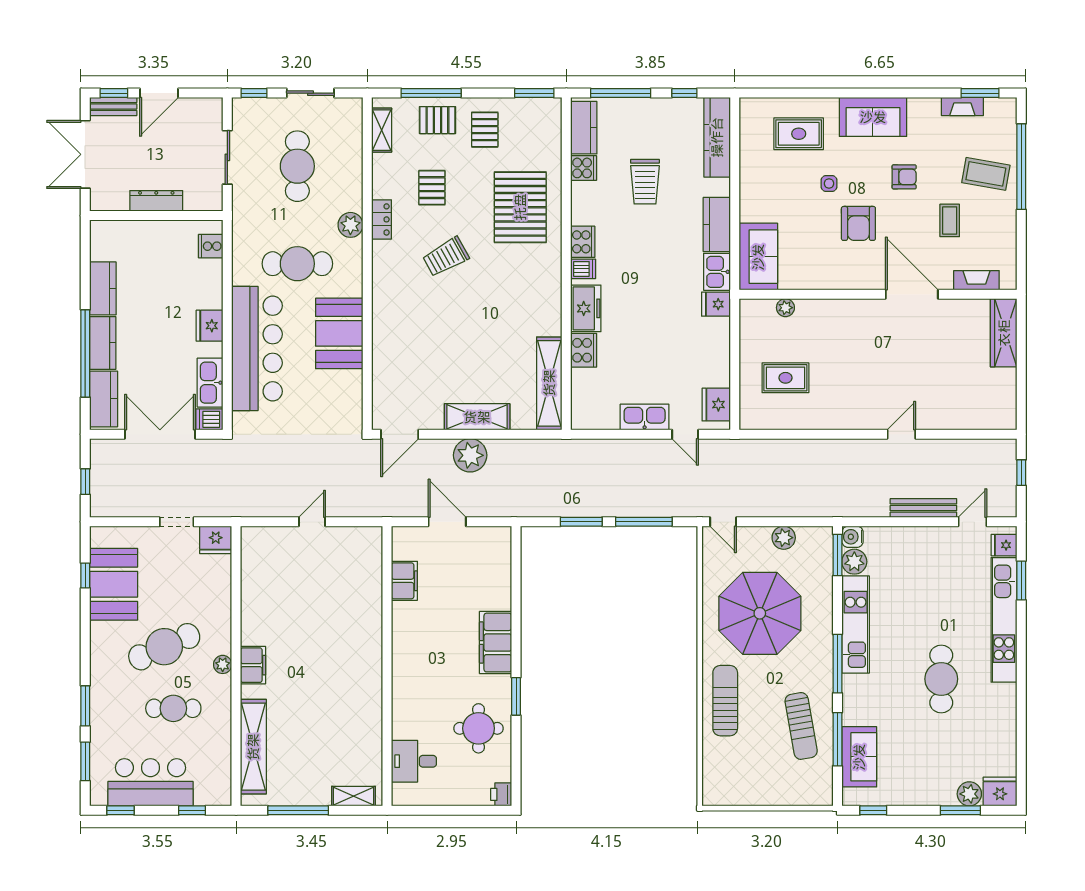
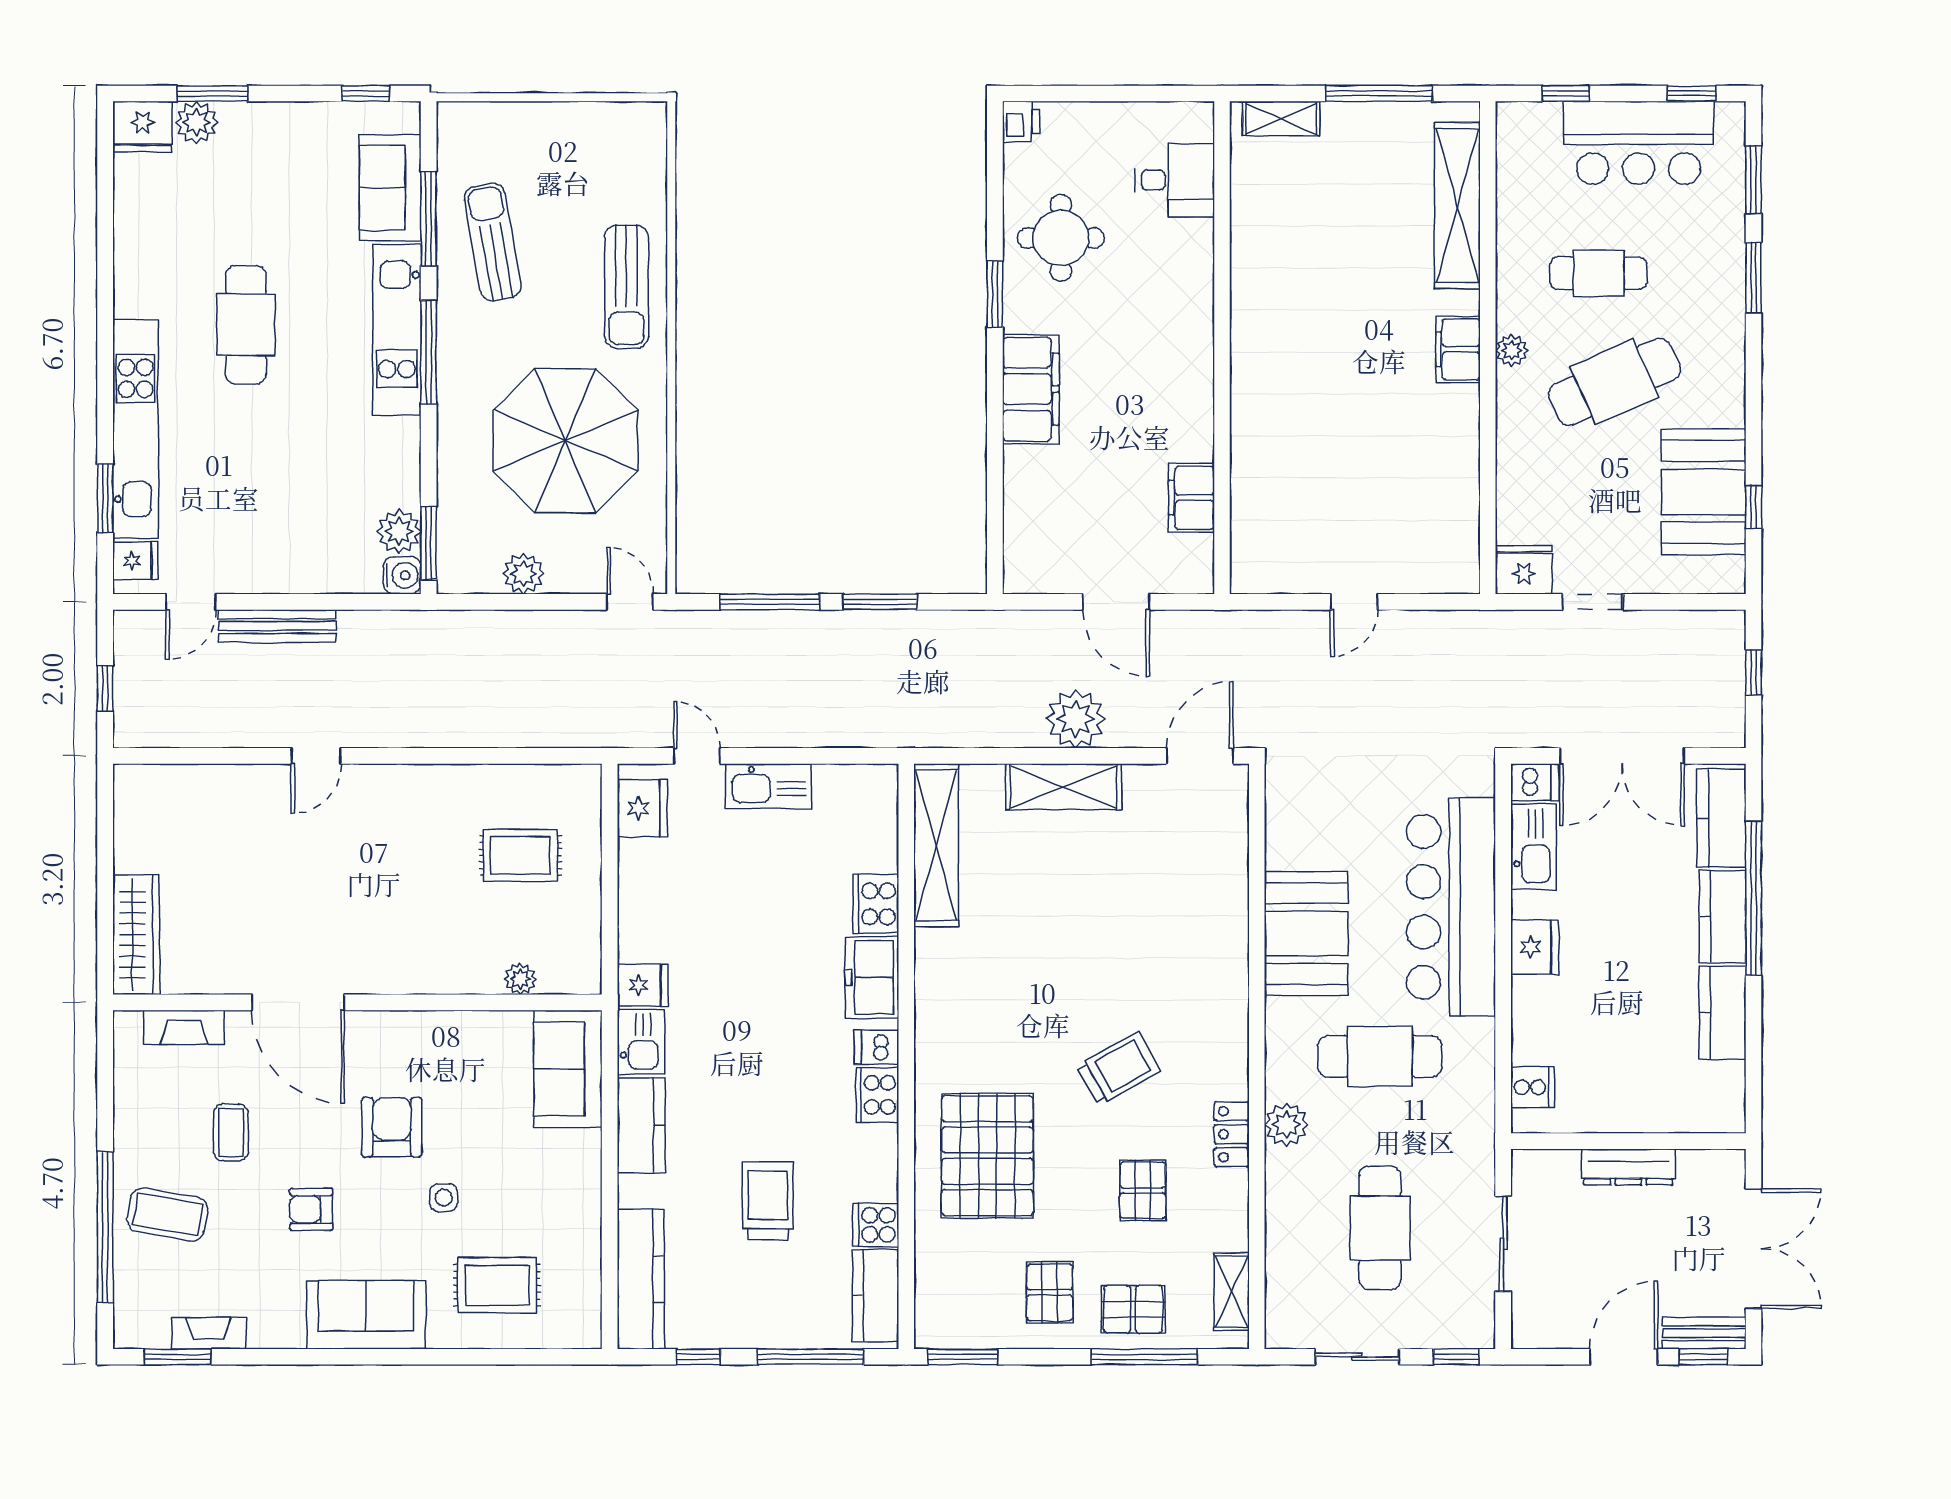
kitchen unit: (856, 625) -> (397, 330), moved

